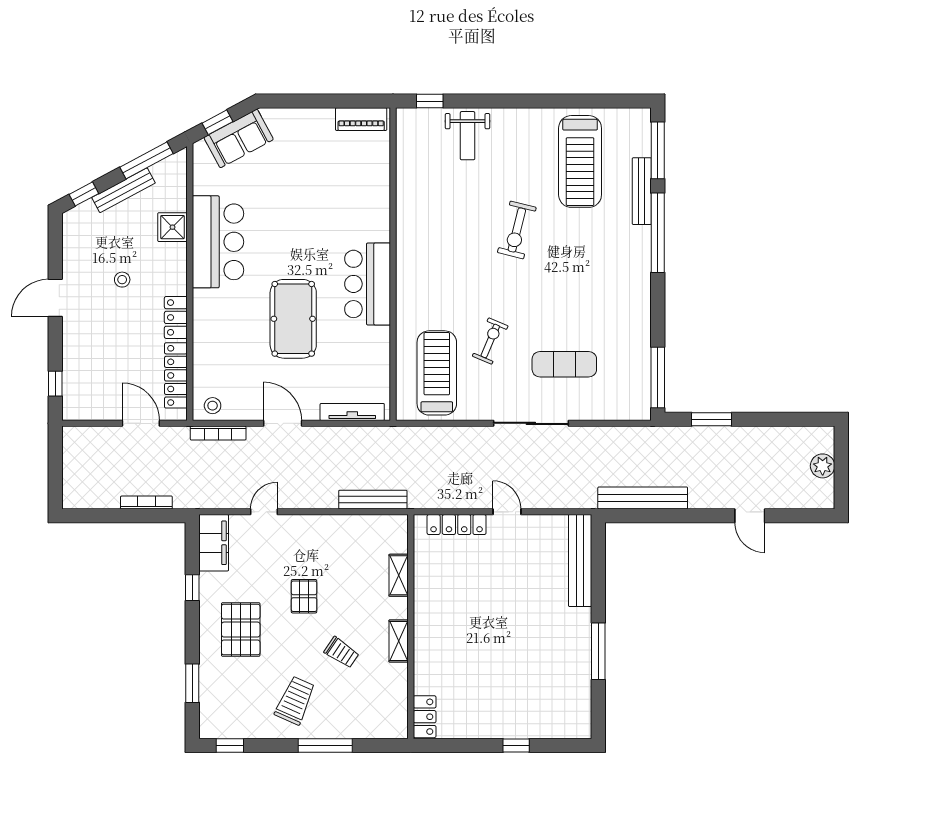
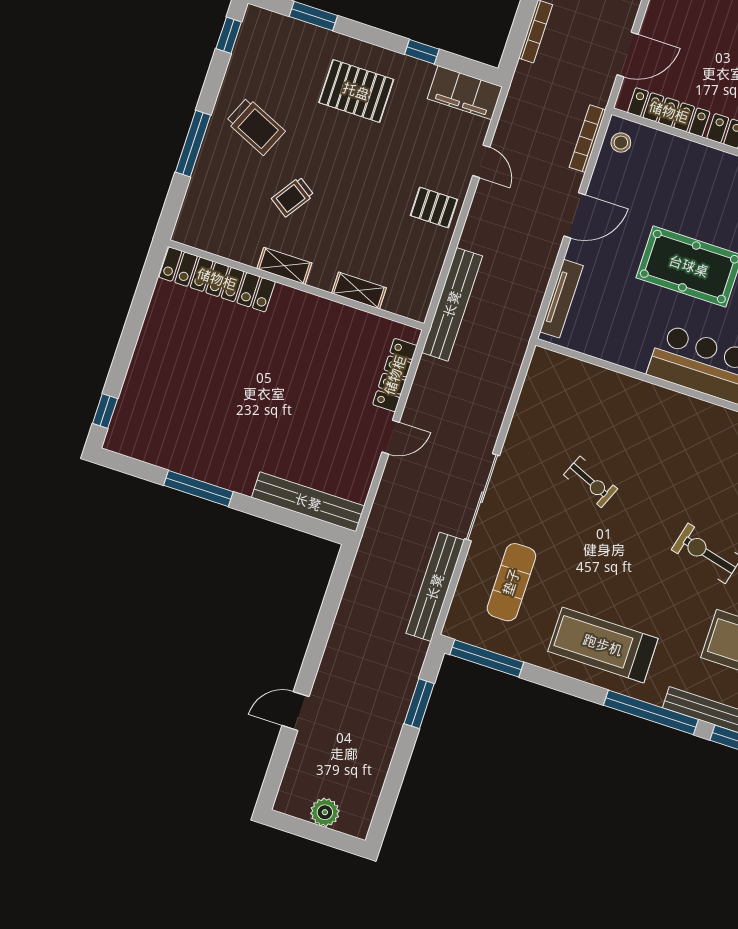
exercise mat: (564, 364) -> (511, 582), moved
treadmill: (437, 373) -> (603, 645), moved, turned 180
bench: (643, 498) -> (435, 587), moved
bench: (373, 500) -> (452, 304), width x1.37, depth x1.21
pallet: (304, 596) -> (434, 207), moved
locker: (425, 717) -> (217, 279), width x2.16, depth x1.21
window: (516, 746) -> (105, 411), moved

